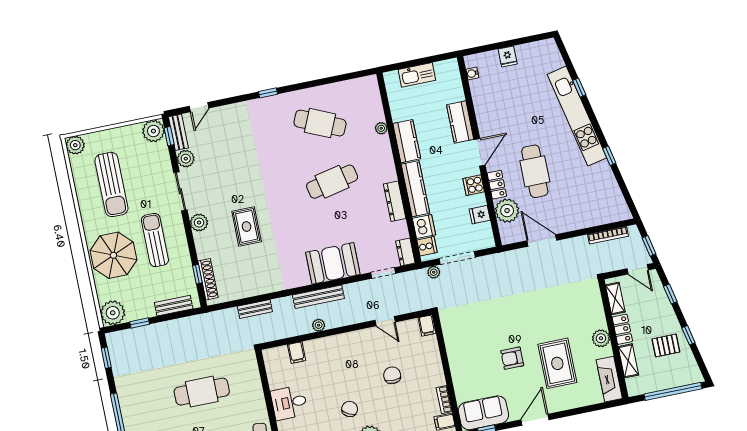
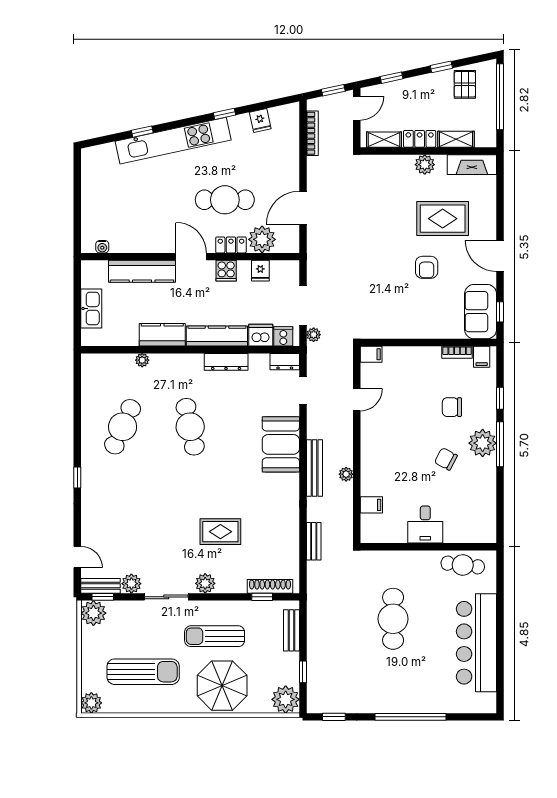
fridge: (508, 56) -> (260, 120), moved, turned 78
kitchen counter: (460, 122) -> (142, 271), width x1.50
pallet: (666, 345) -> (465, 84), moved
chair: (392, 375) -> (452, 407), moved

